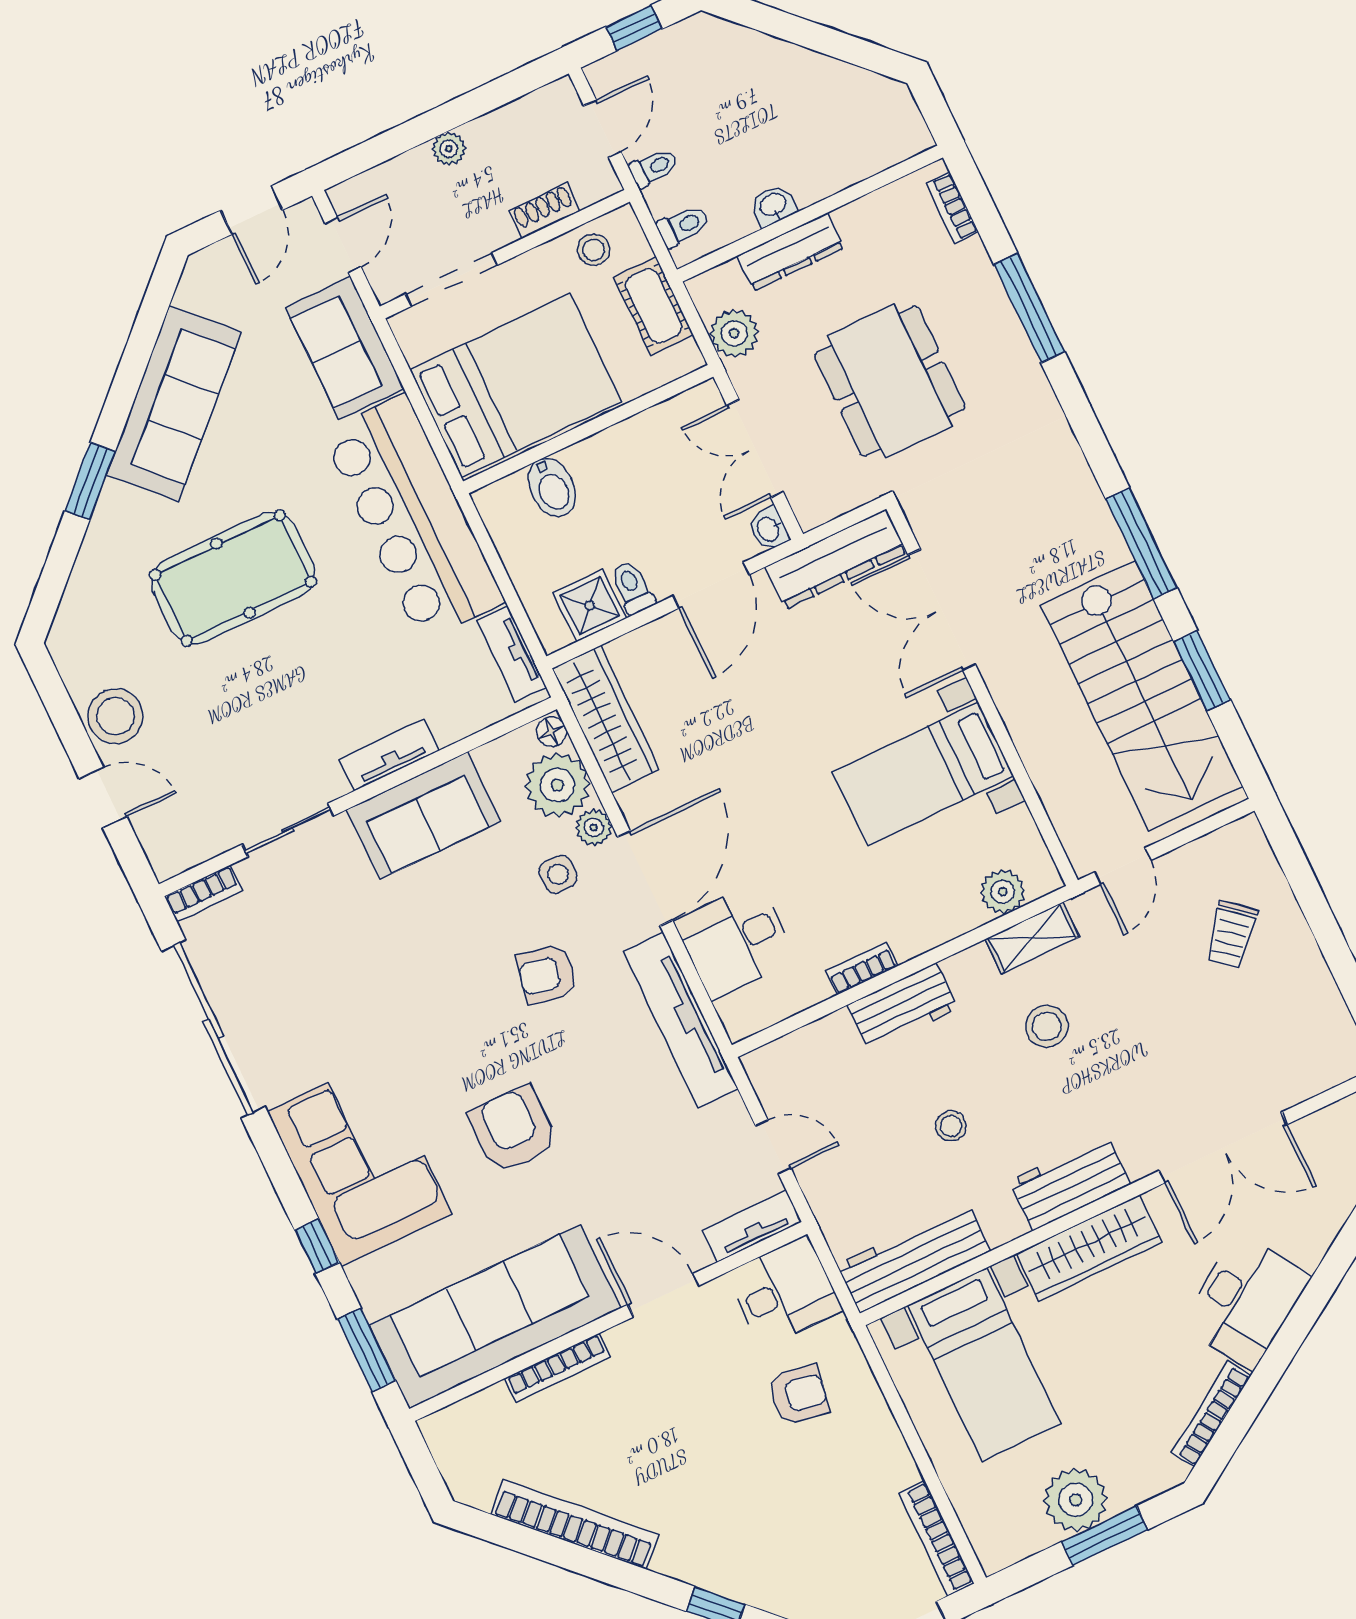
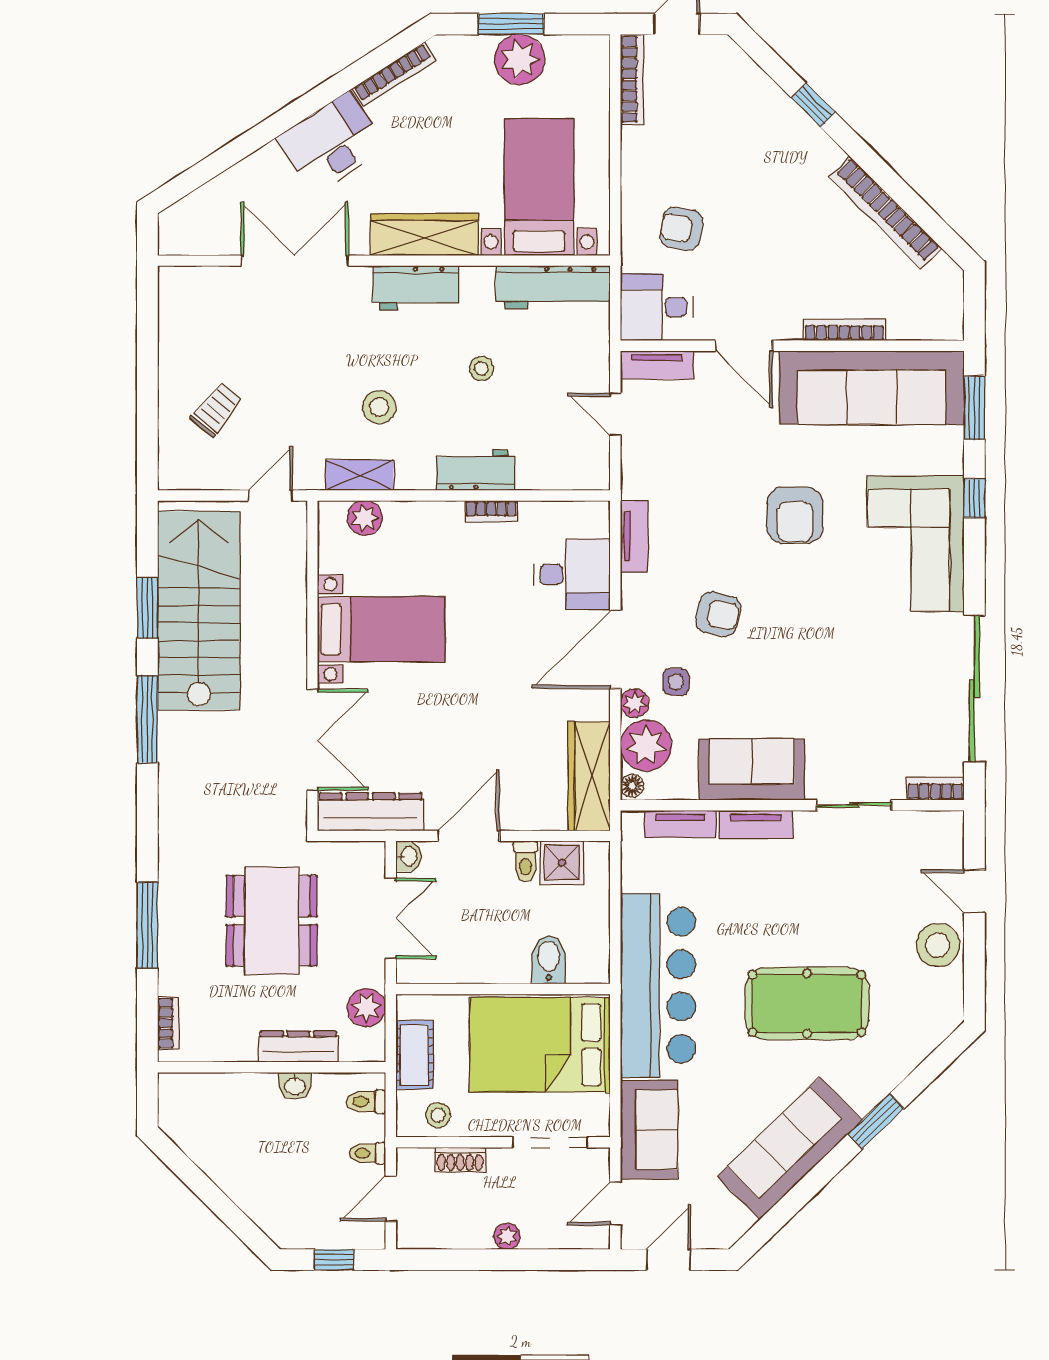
tv unit: (512, 654) -> (680, 824), moved, turned 90
tv unit: (681, 1020) -> (634, 536), width x0.52, depth x0.78

